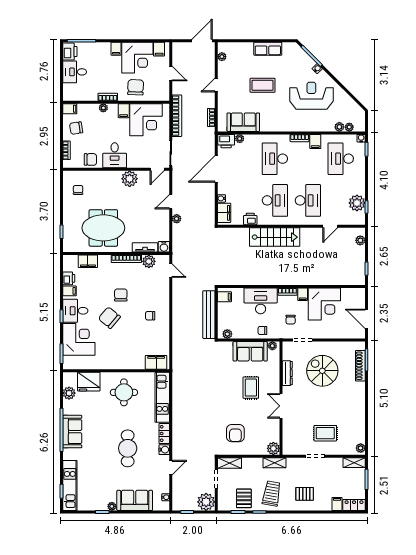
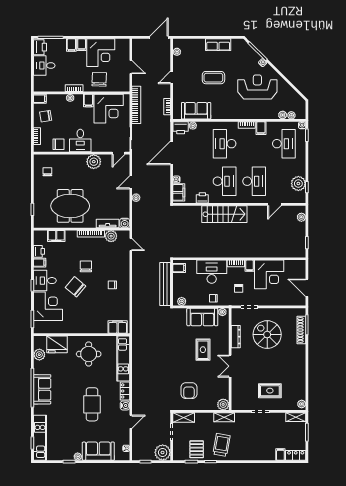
filing cabinet: (159, 49) -> (71, 45), moved
desk: (341, 159) -> (284, 144), turned 180
pallet: (305, 494) -> (251, 445), removed

